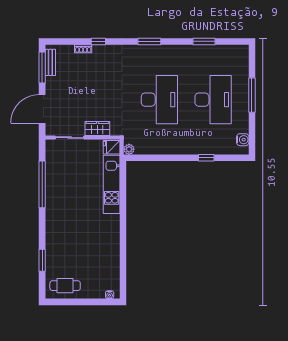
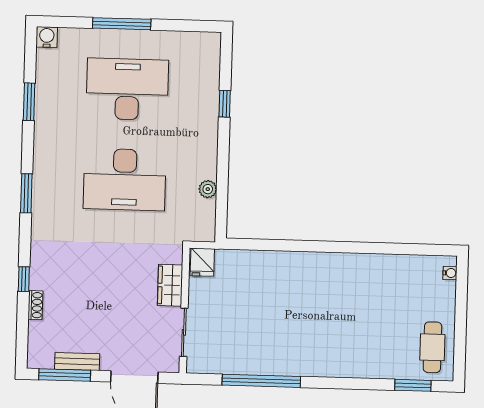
bench: (50, 62) -> (77, 362), moved
desk: (159, 100) -> (125, 180), turned 180
water cooler: (243, 140) -> (47, 37), moved
plant: (129, 149) -> (208, 189), moved
kitchen unit: (112, 184) -> (265, 264), removed
window: (42, 260) -> (413, 385), moved

